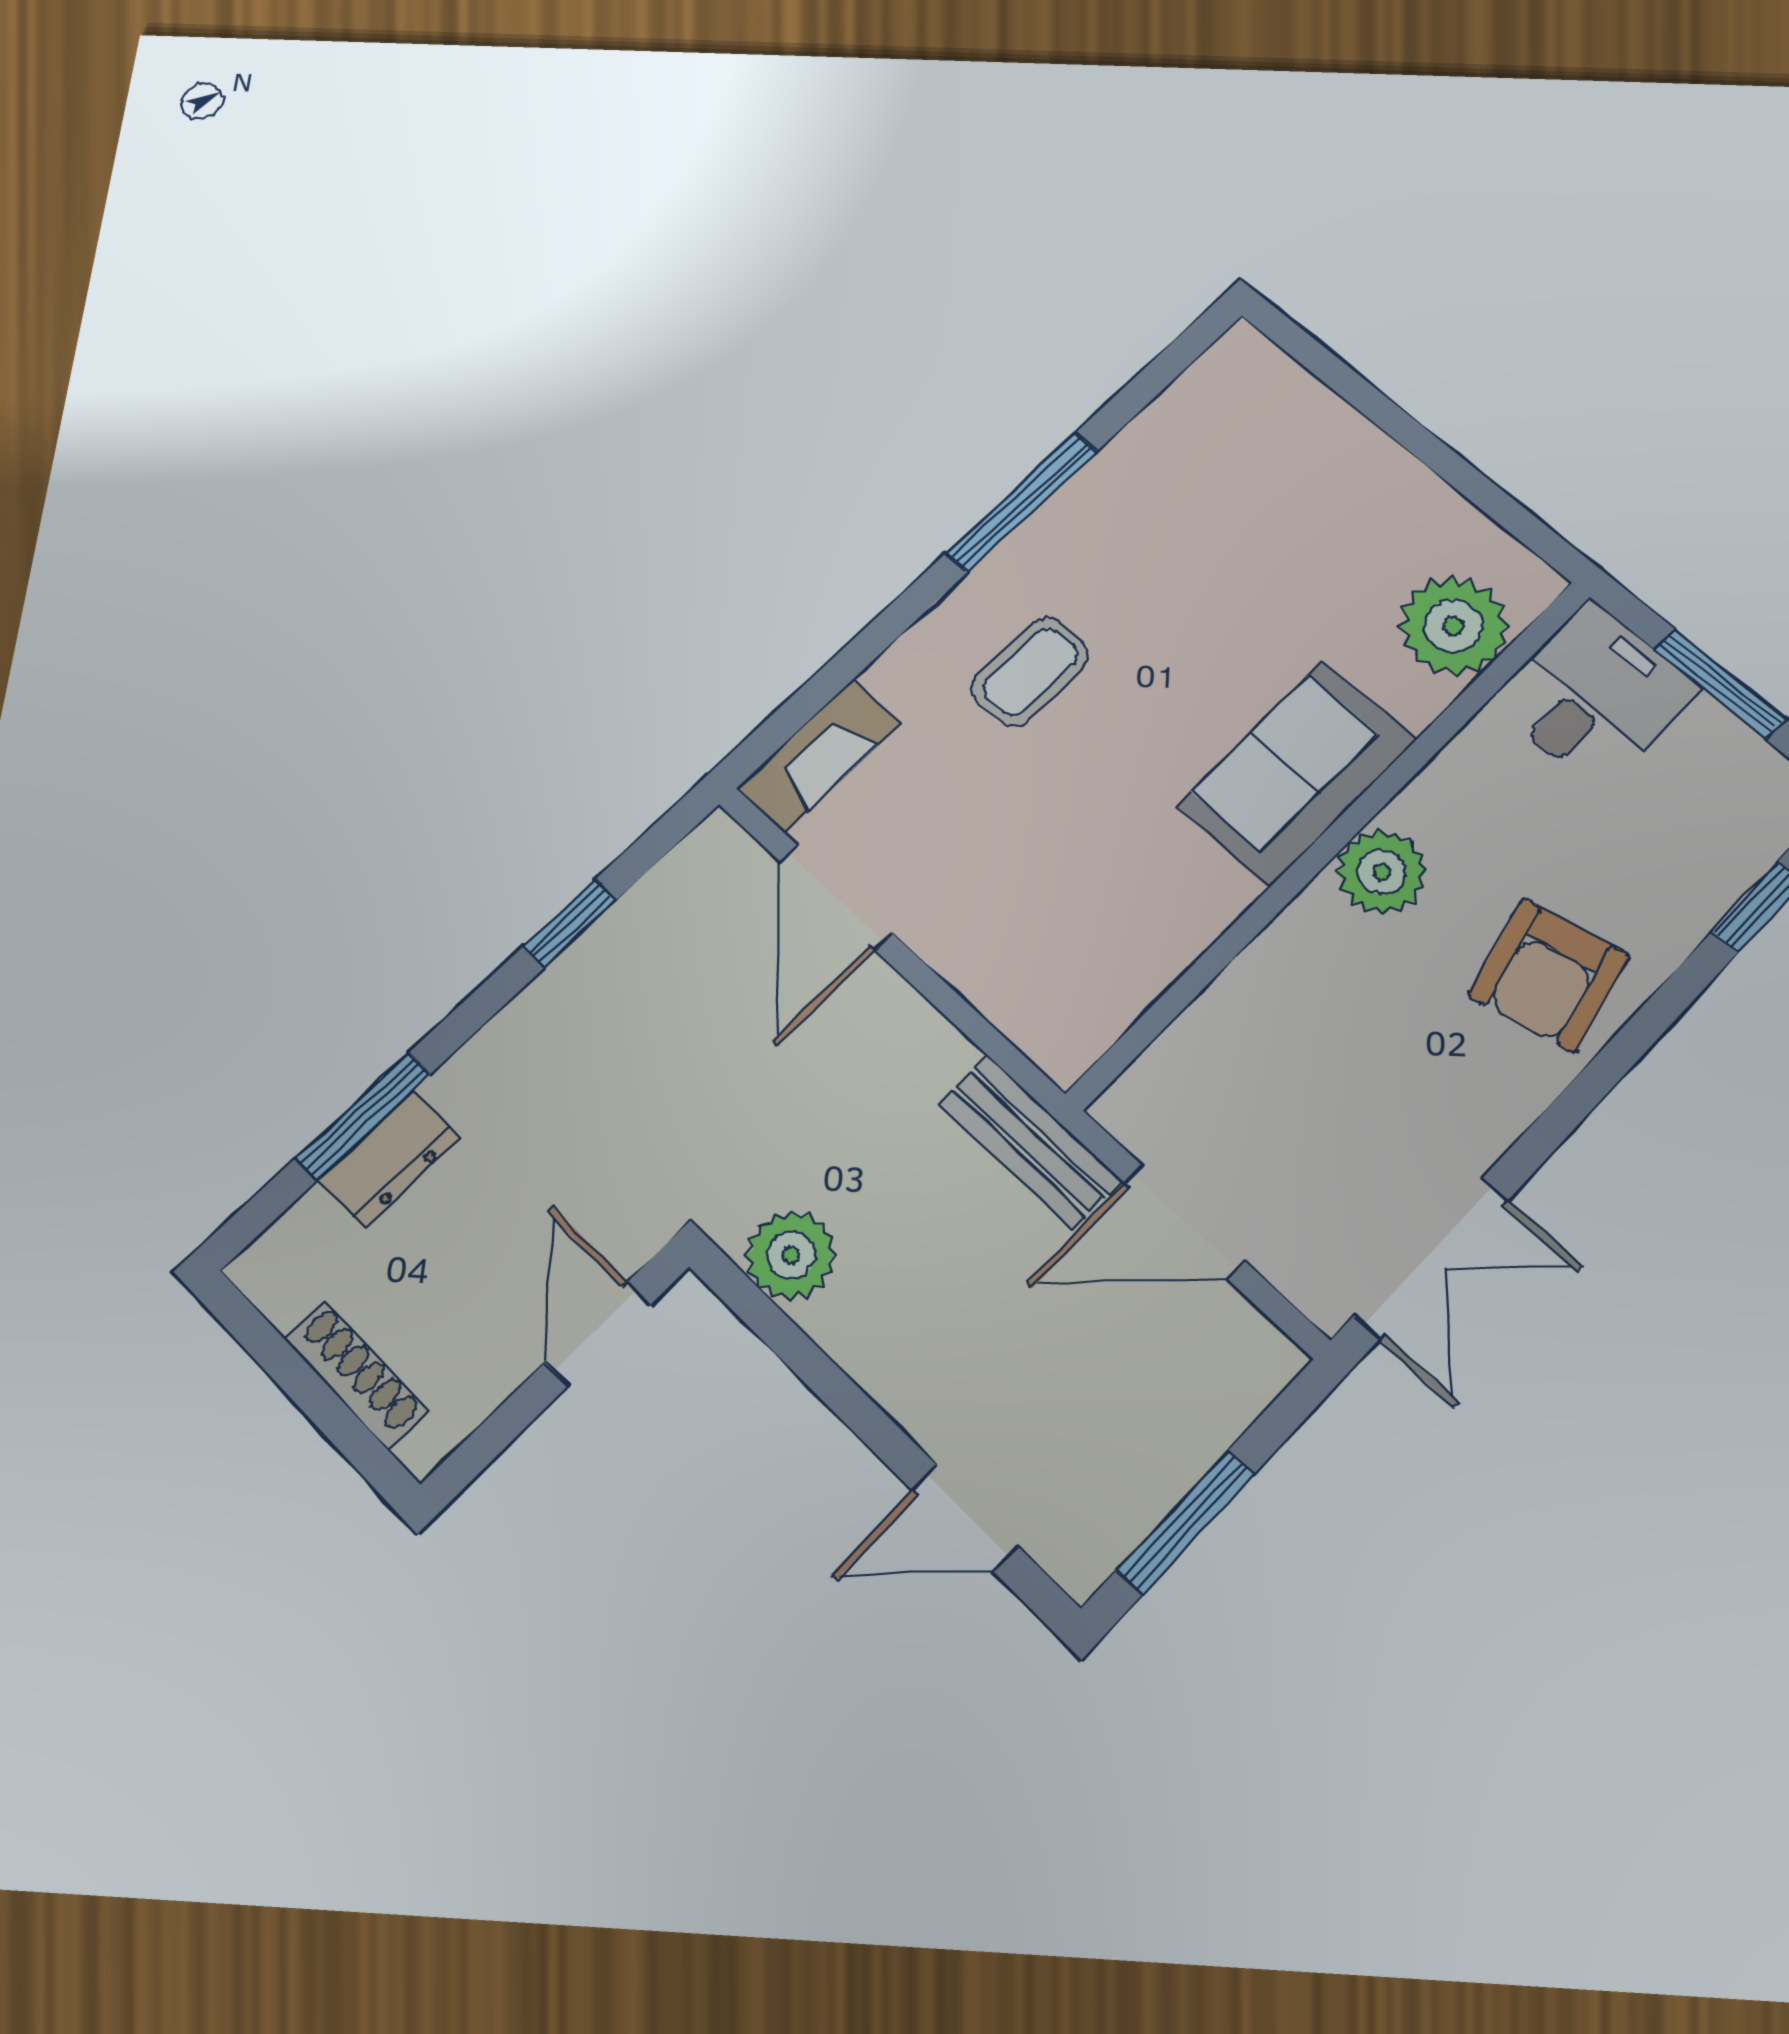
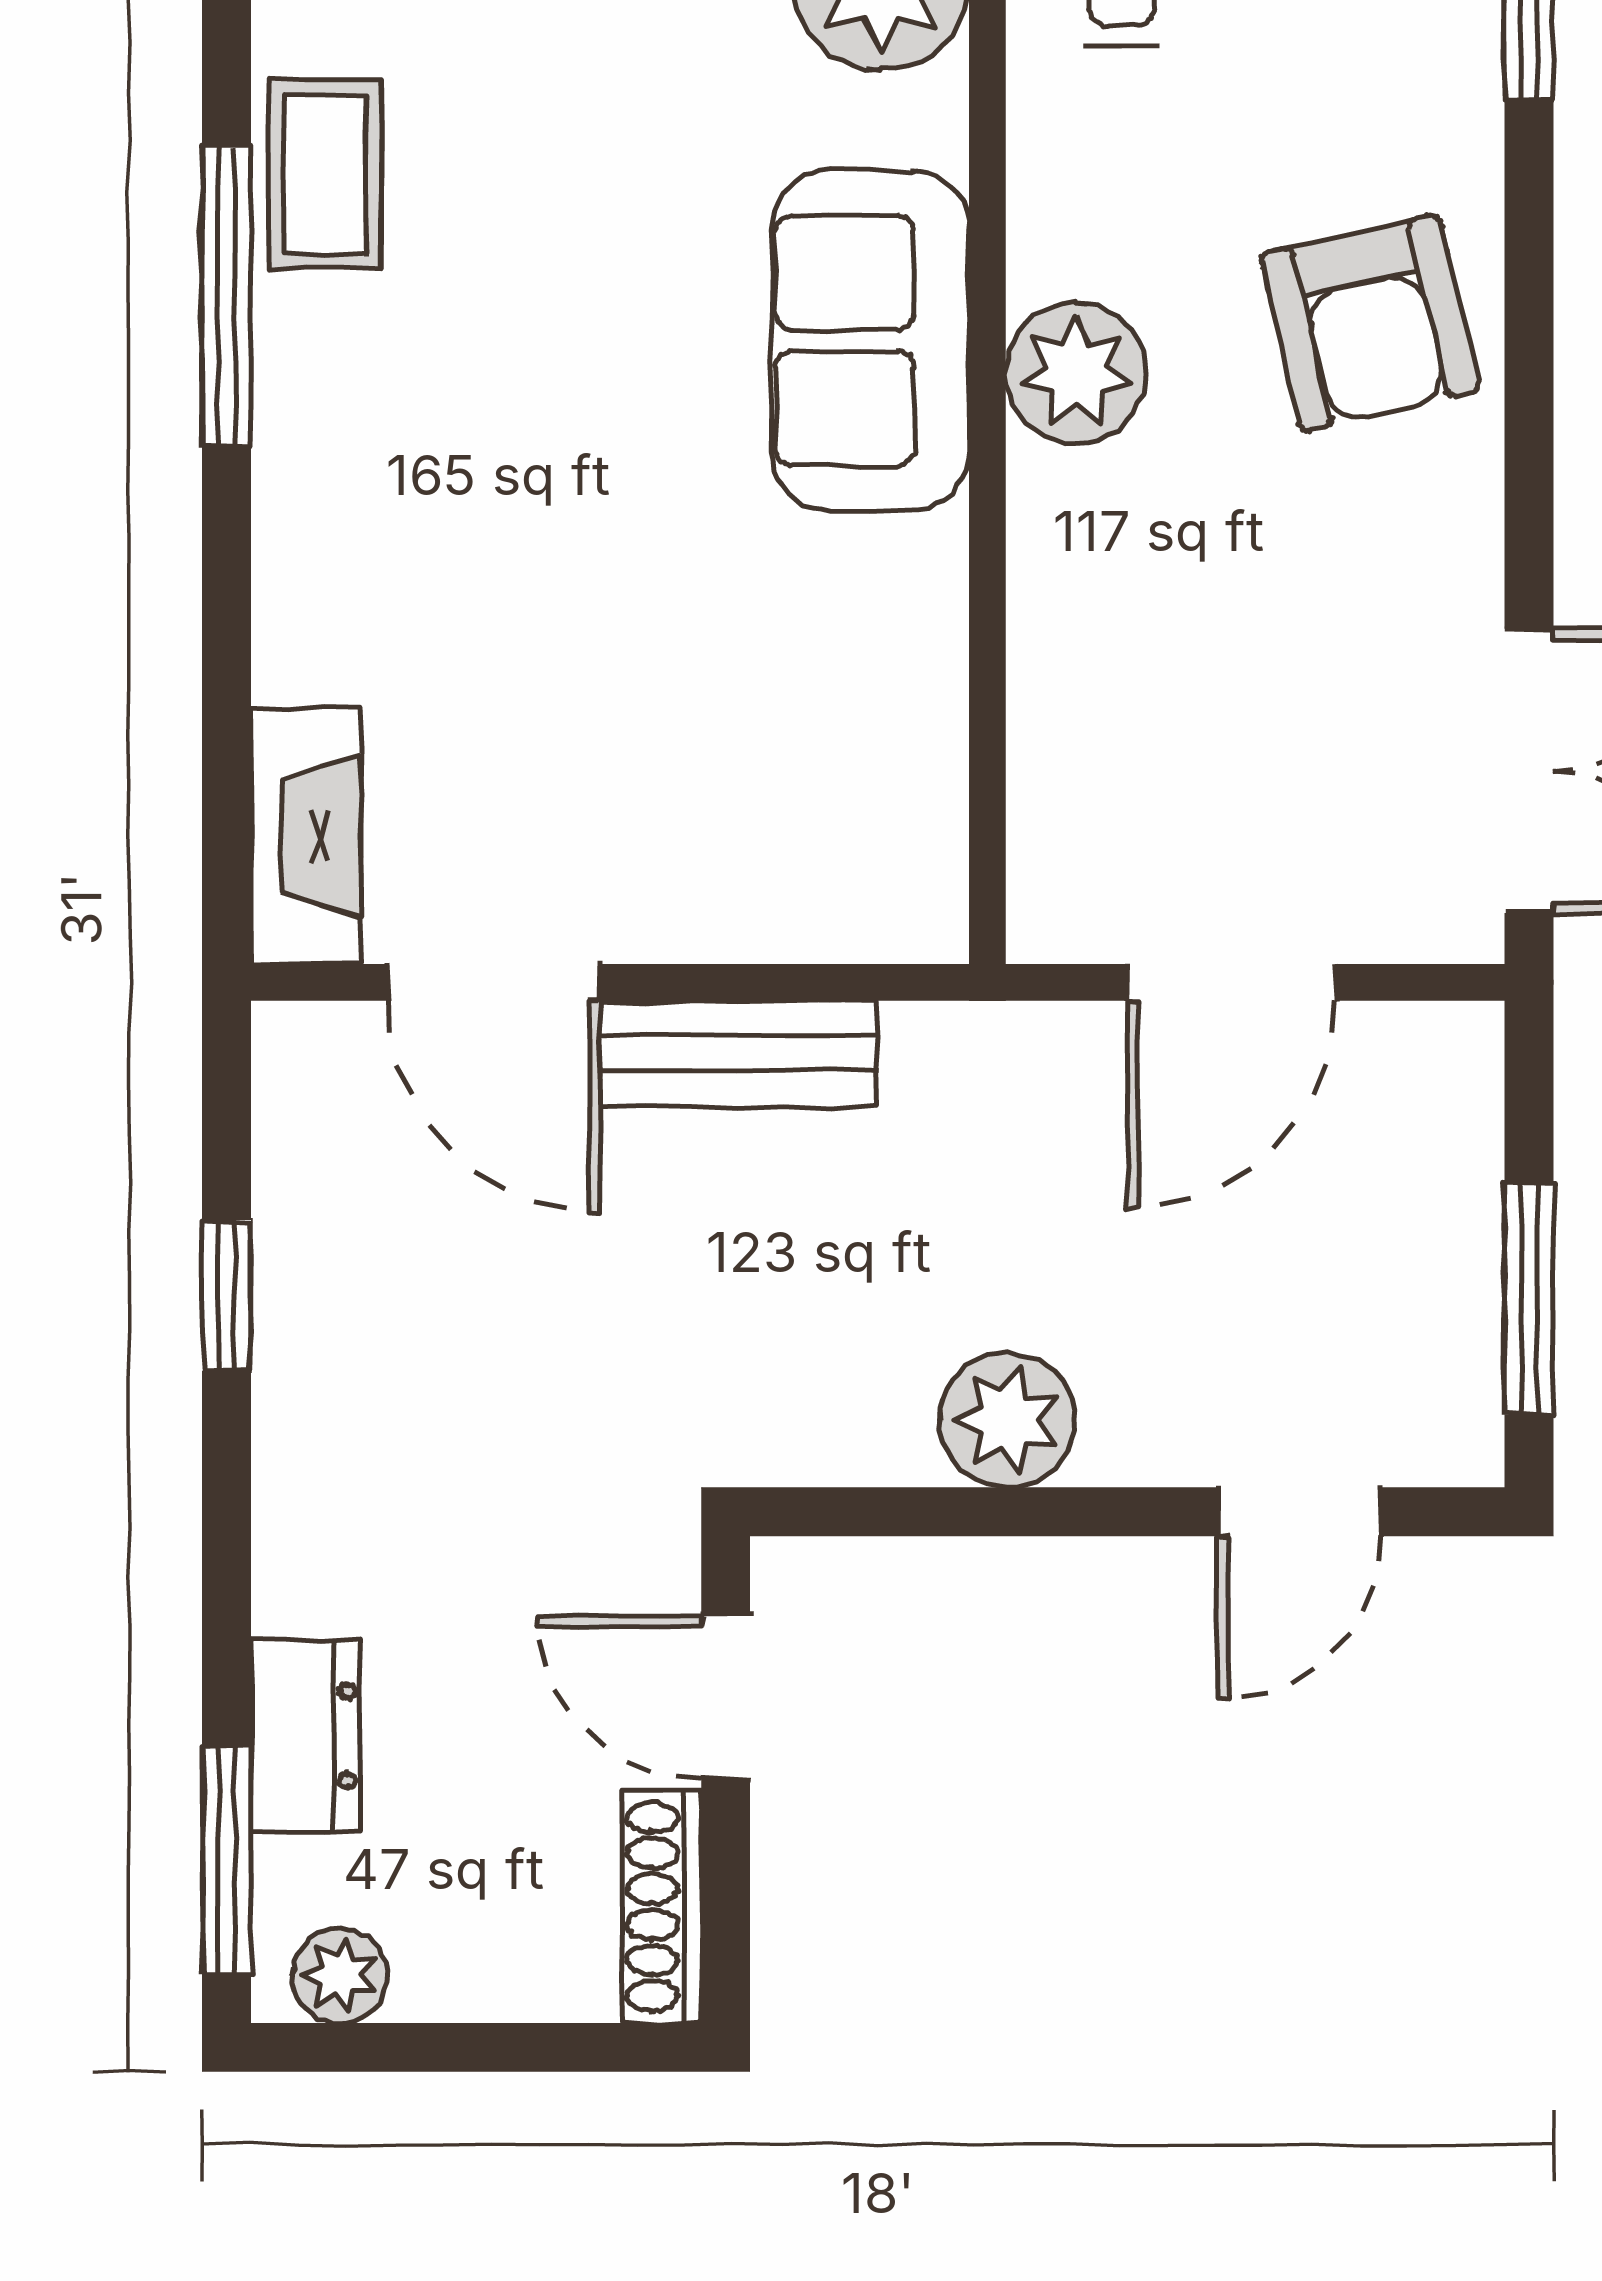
coffee table: (1030, 672) -> (325, 175), moved
window: (363, 1116) -> (227, 1861), moved
bench: (1030, 1142) -> (738, 1053), moved
plant: (791, 1255) -> (1007, 1420), moved
plant: (283, 1289) -> (340, 1976), added
shoe rack: (356, 1374) -> (662, 1907), moved, turned -90

